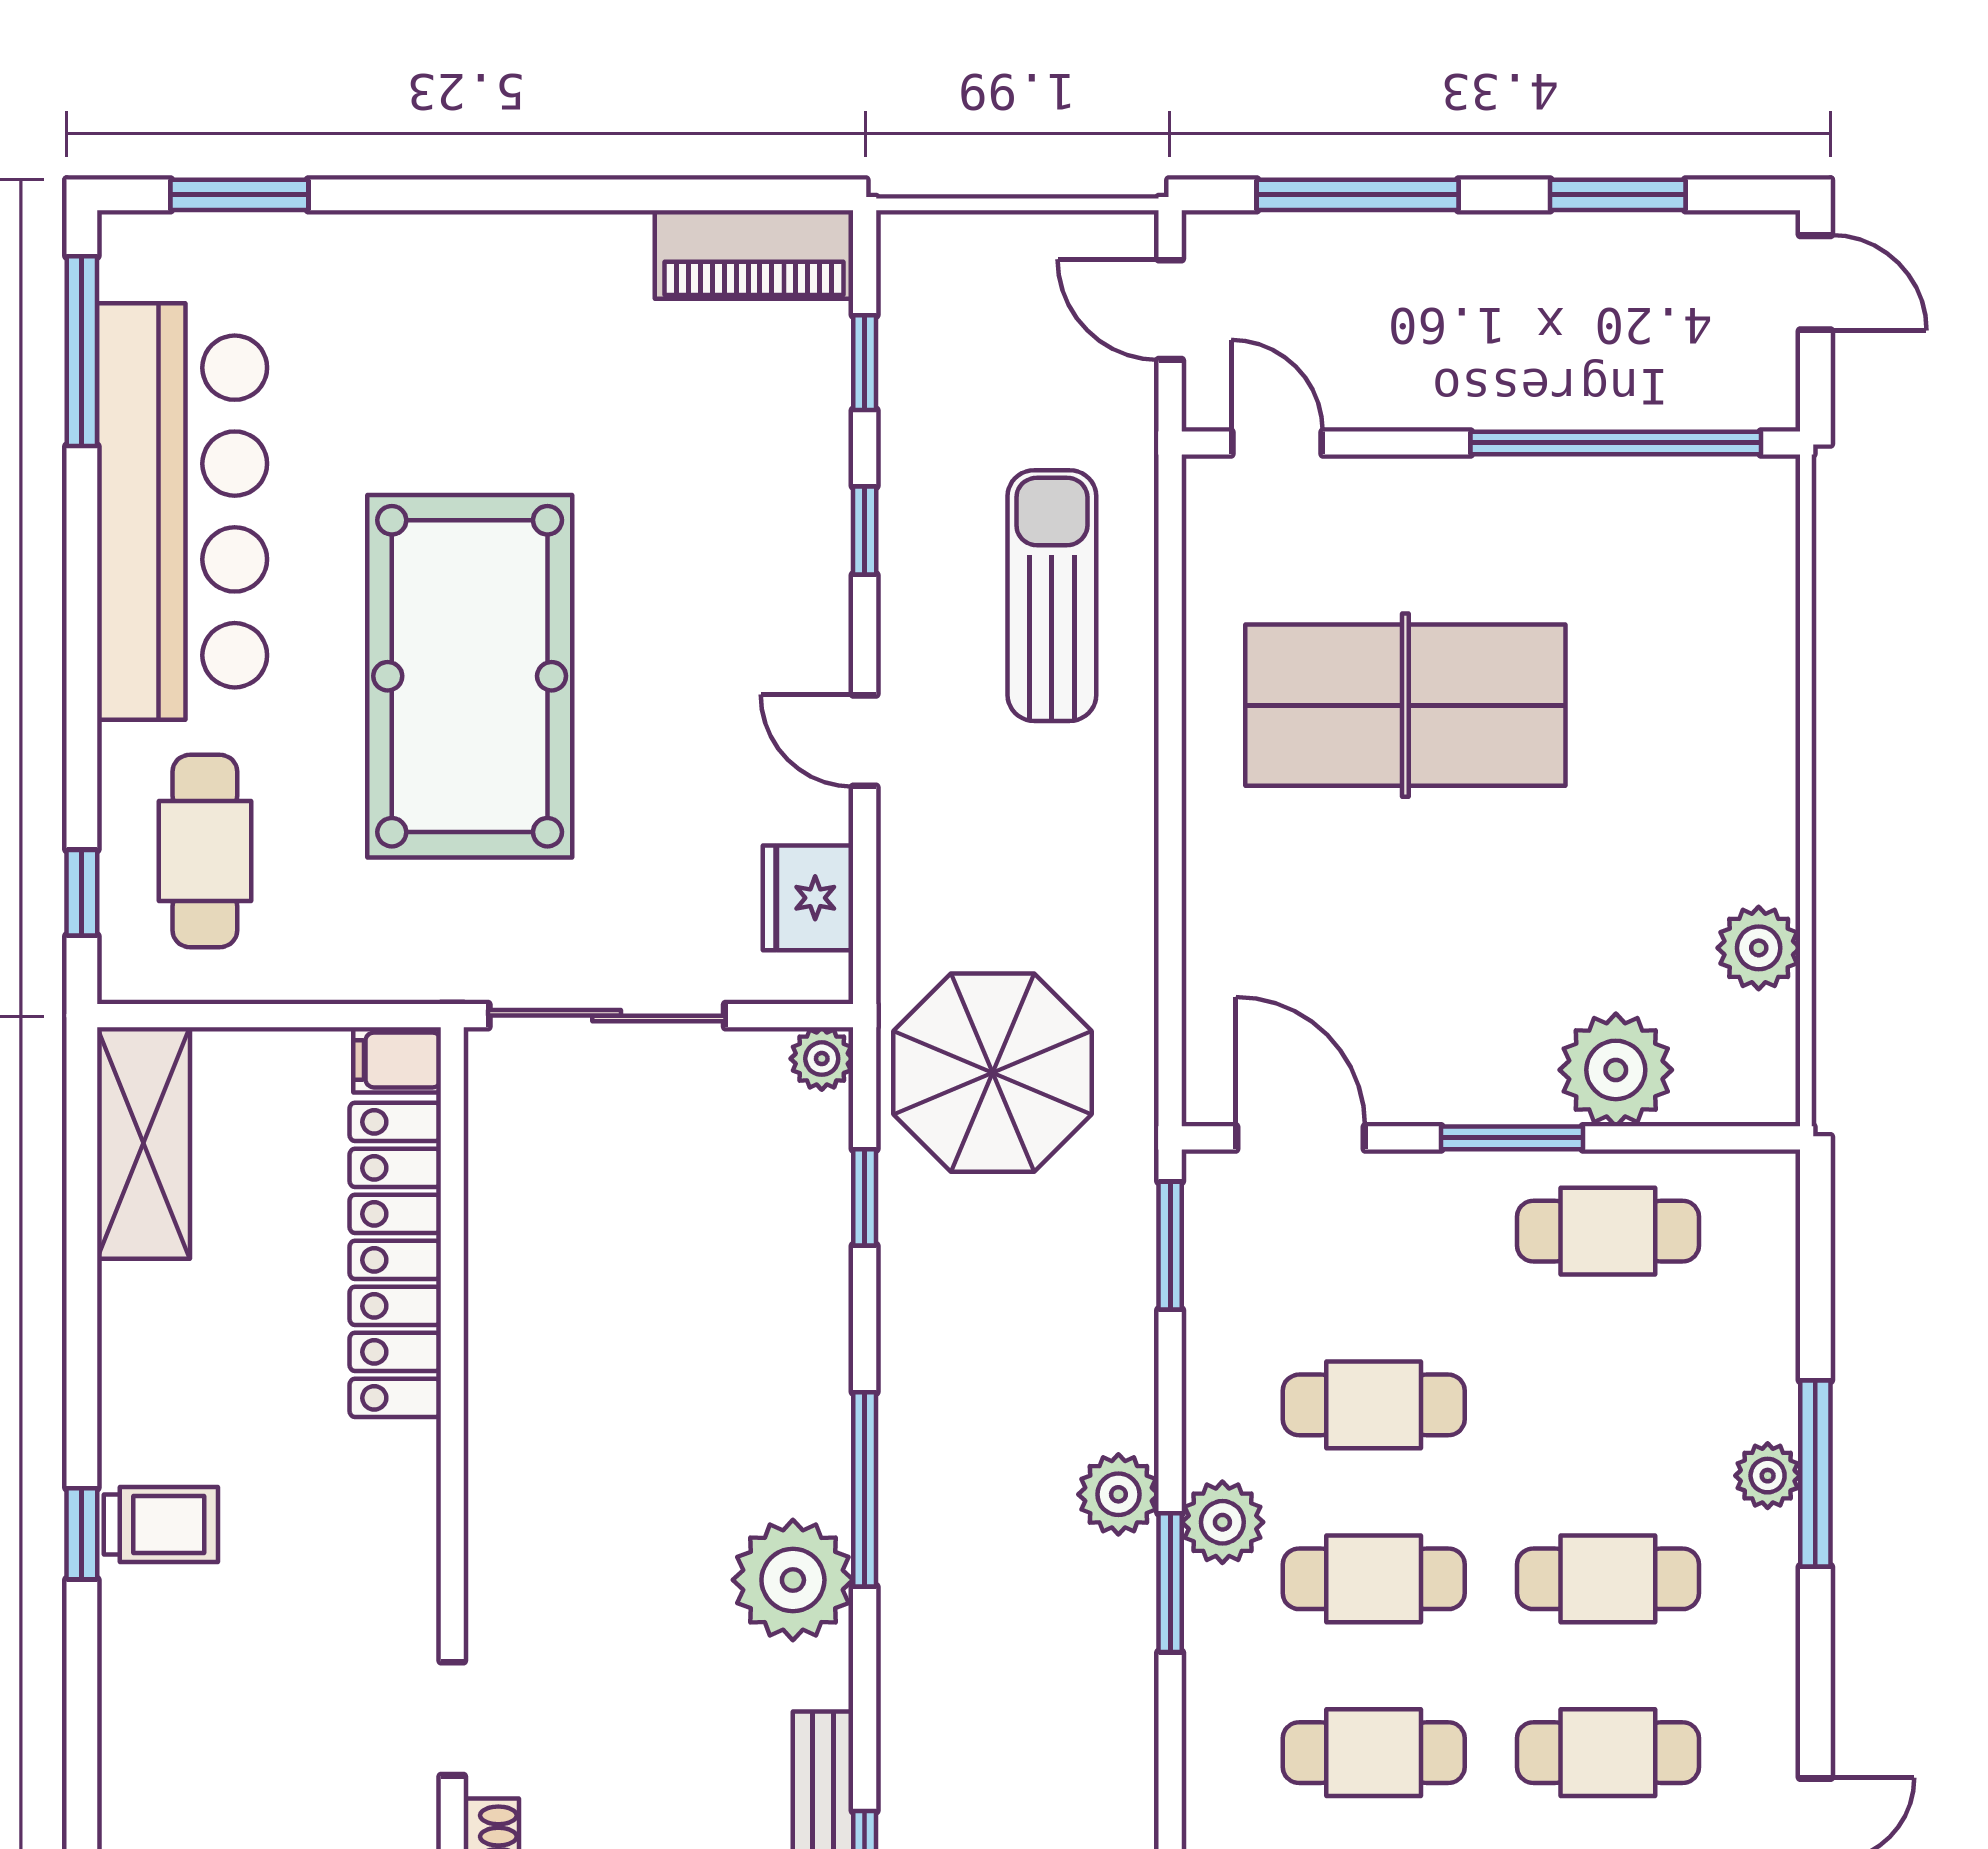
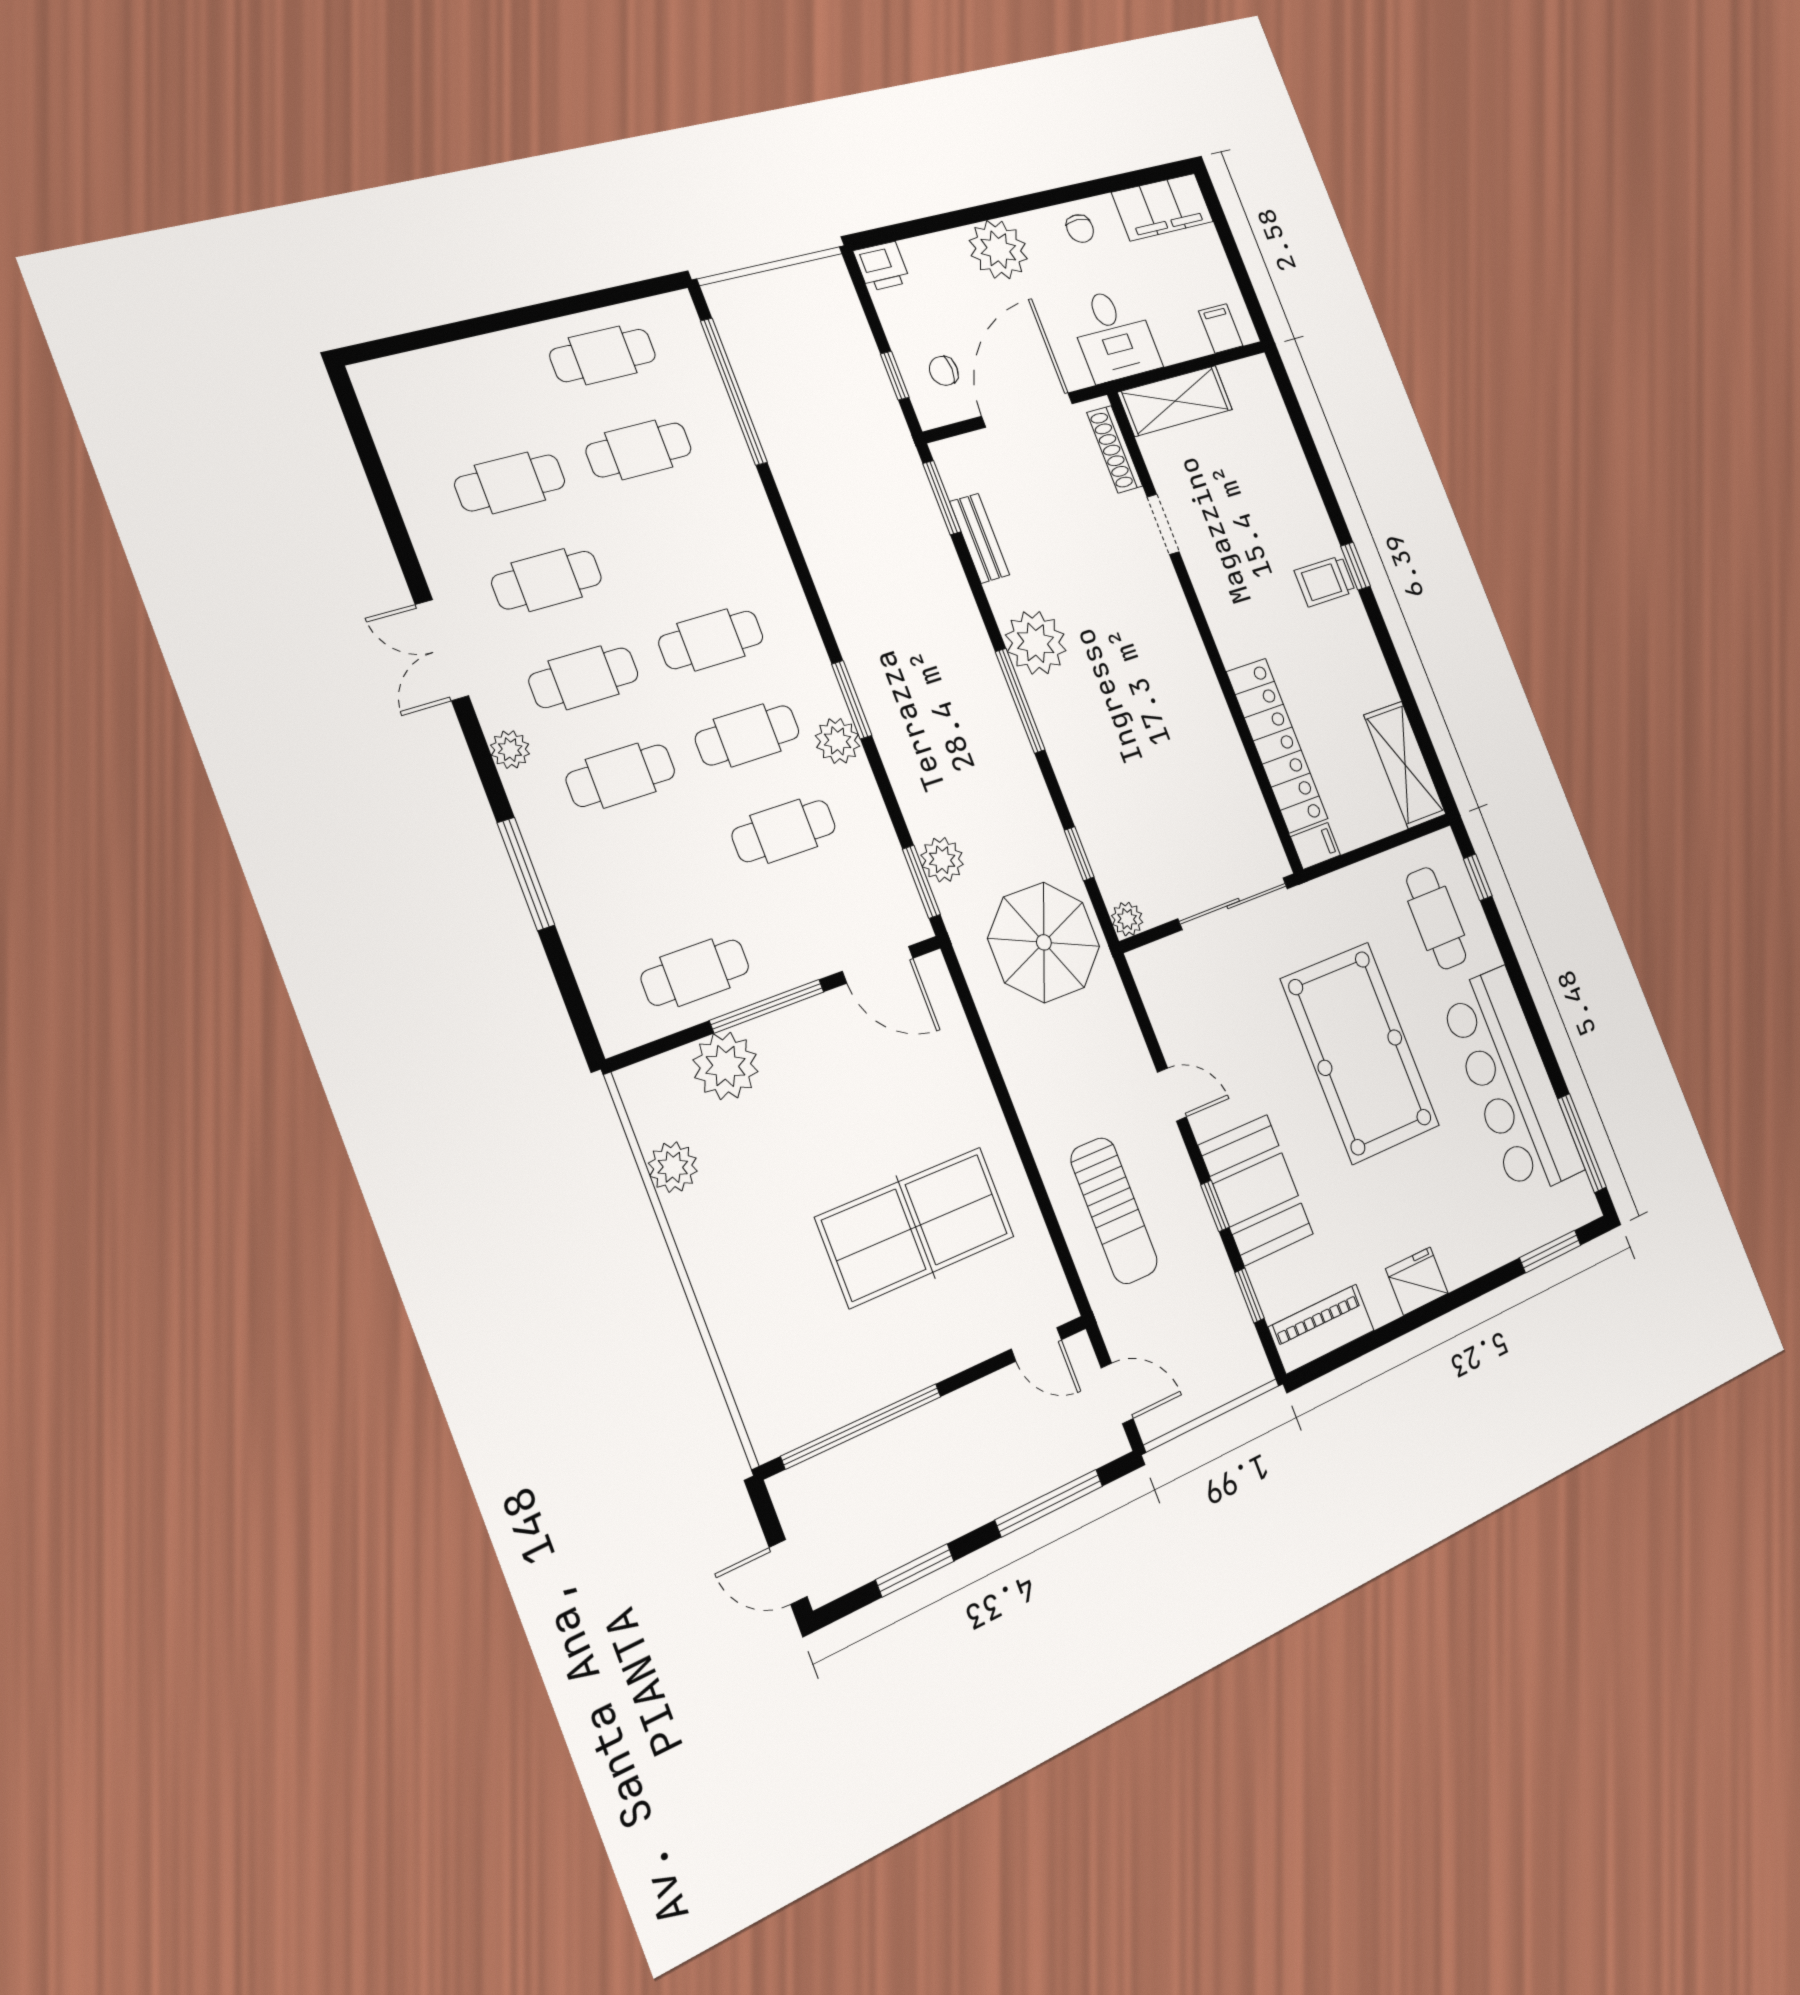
booth: (777, 527) -> (1256, 1190), added
fridge: (808, 898) -> (1417, 1281), moved, turned -90
window: (1512, 1138) -> (767, 1006), width x1.44
plant: (1768, 1476) -> (510, 750), moved
plant: (1118, 1494) -> (942, 860), moved

